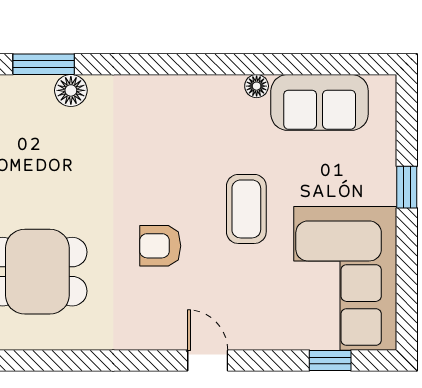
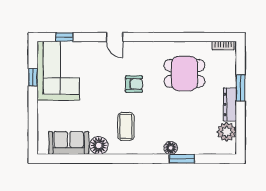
floor lamp: (257, 86) -> (99, 145), width x1.89, depth x1.89
window: (407, 187) -> (33, 77), moved
coffee table: (246, 209) -> (126, 126), moved

